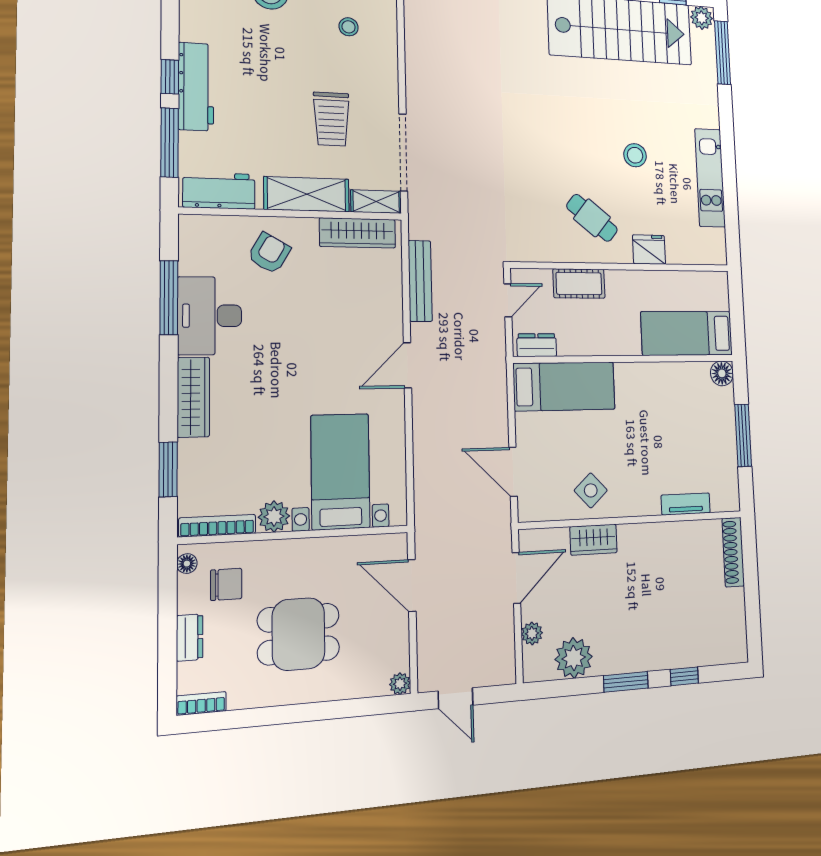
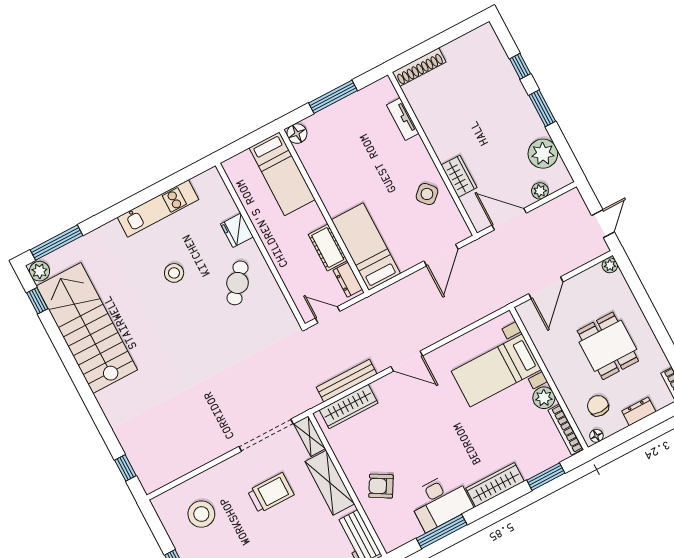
stool: (349, 27) -> (201, 514), width x1.89, depth x1.89
wardrobe: (358, 233) -> (349, 406), moved, turned 90
cot: (579, 284) -> (328, 248), moved

